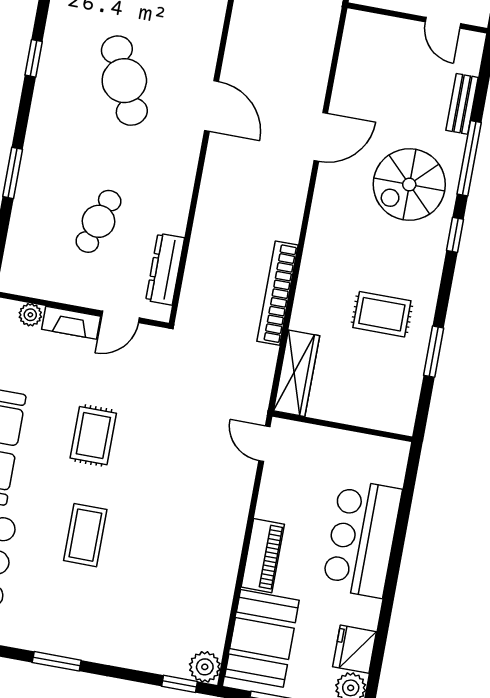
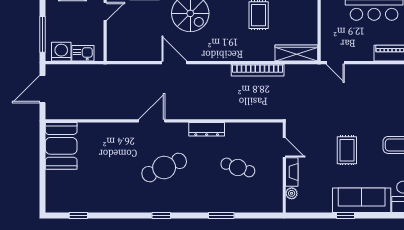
door: (212, 106) -> (152, 121), moved
dresser: (165, 269) -> (207, 129), moved
rug: (93, 436) -> (347, 150), turned 90
door: (264, 444) -> (335, 63), hinge flipped

